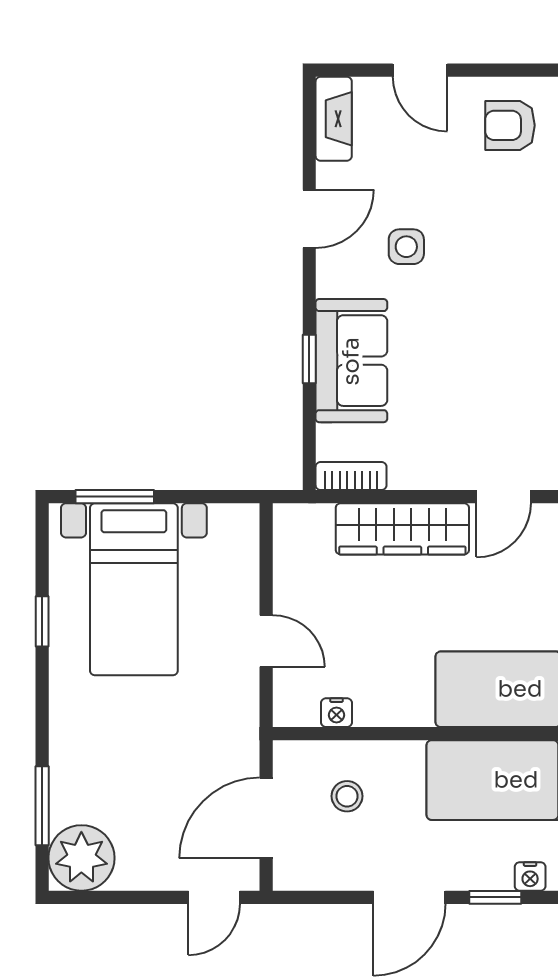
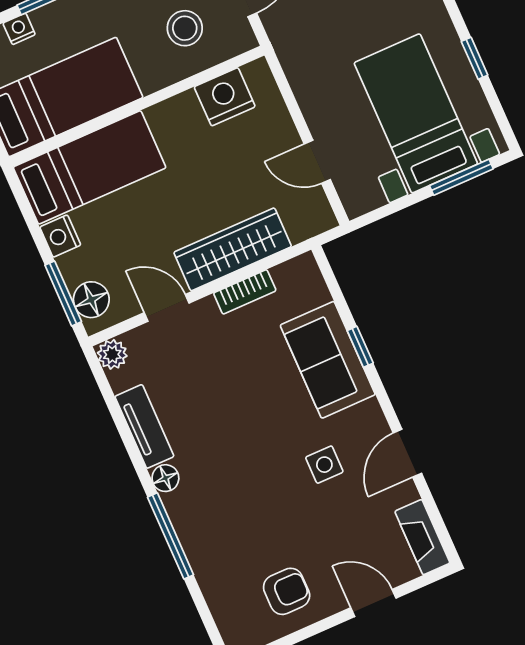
bookcase: (351, 476) -> (245, 292), moved
door: (504, 497) -> (167, 308), hinge flipped
door: (266, 641) -> (317, 162), moved
nightstand: (337, 713) -> (225, 97), width x1.89, depth x1.79
stool: (347, 796) -> (185, 28), width x1.37, depth x1.37

